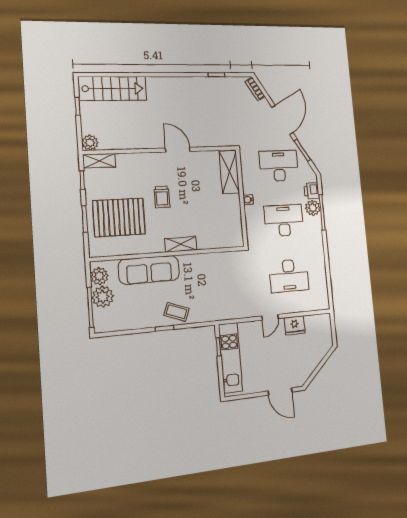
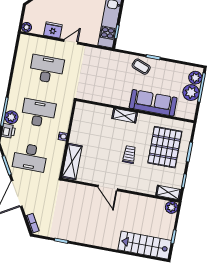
pallet: (119, 217) -> (165, 147), turned 90
desk: (284, 220) -> (38, 113), turned 180
plant: (99, 276) -> (195, 78), moved
plant: (325, 319) -> (27, 27), added

